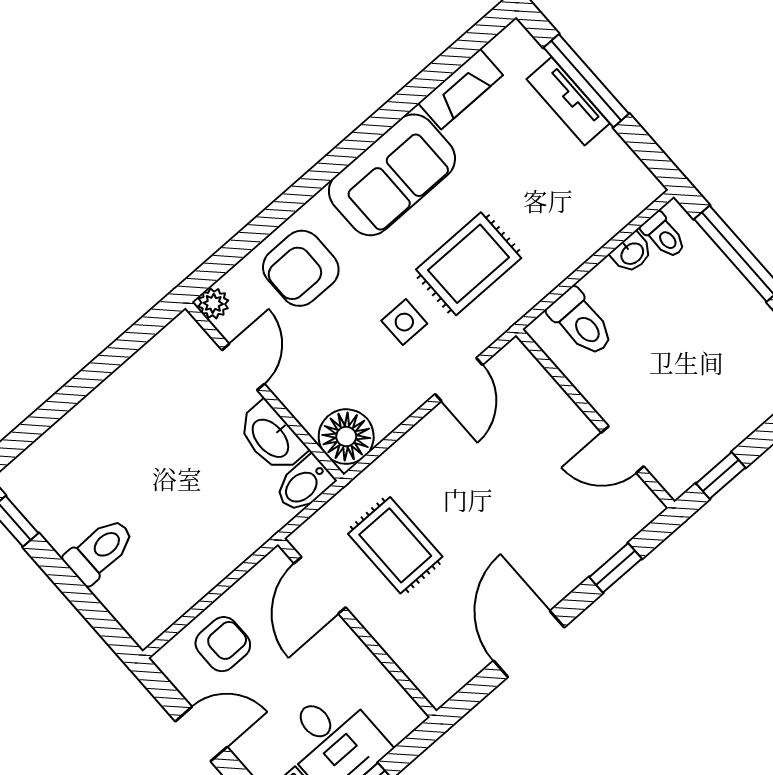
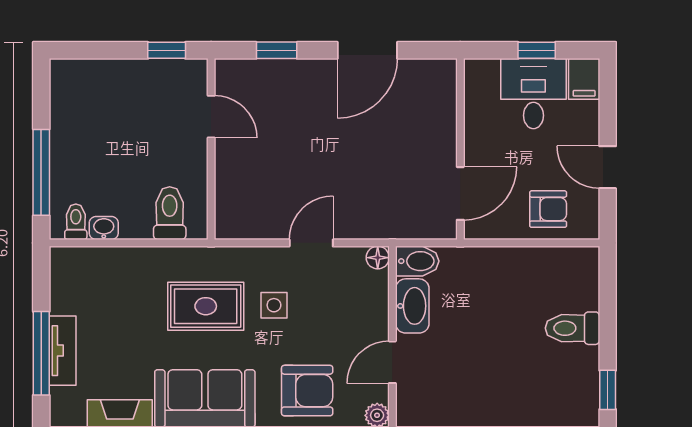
door: (459, 380) -> (311, 243), moved
floor lamp: (346, 437) -> (378, 258), width x0.53, depth x0.53
rug: (395, 545) -> (395, 178), removed
armchair: (223, 644) -> (548, 209), turned 180

